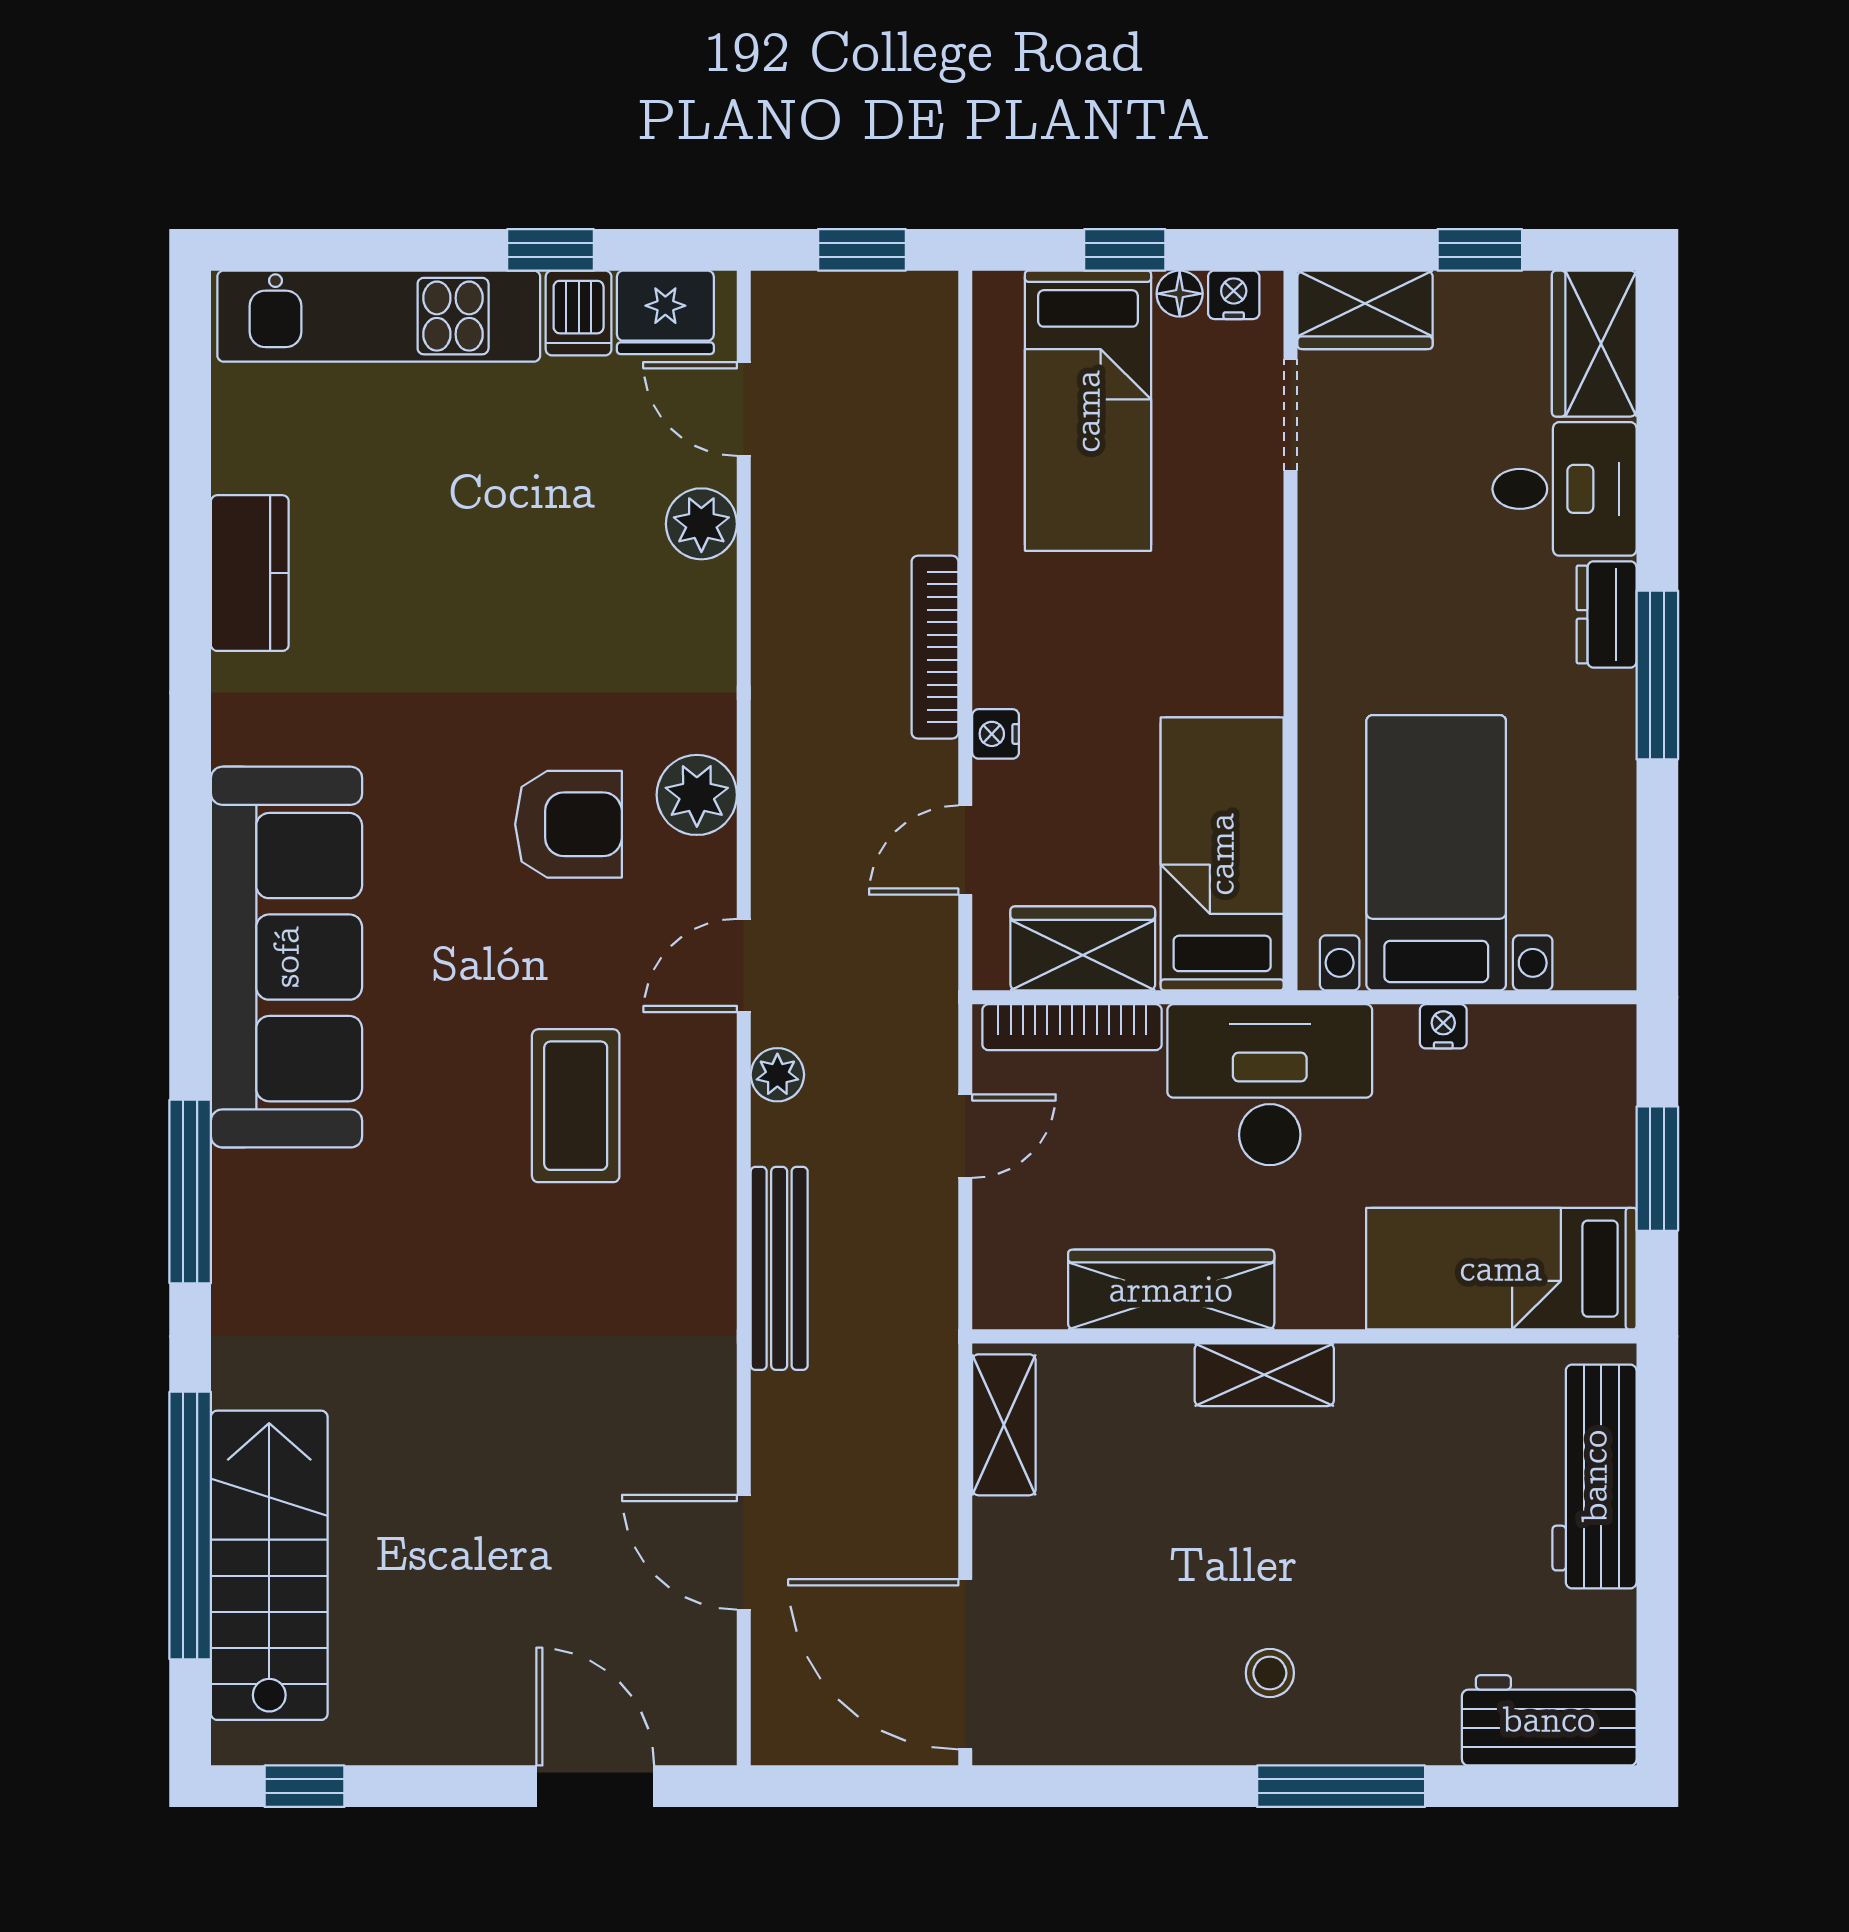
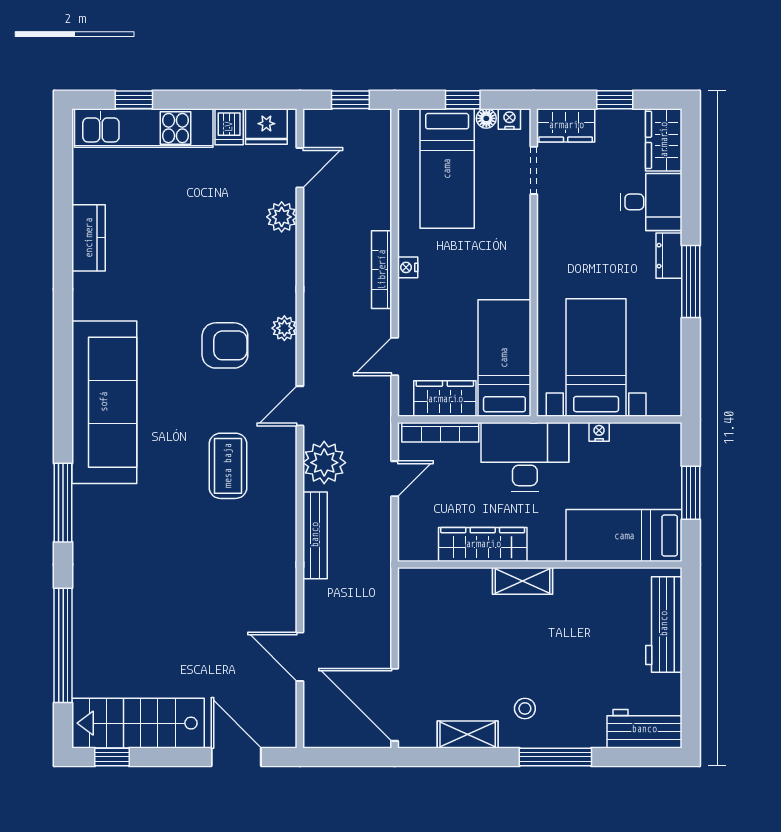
window: (550, 250) -> (134, 100), moved
door: (744, 409) -> (300, 168), swing flipped
nightstand: (996, 734) -> (408, 267), moved
plant: (697, 795) -> (284, 328), width x0.73, depth x0.73
plant: (777, 1075) -> (324, 463), width x1.88, depth x1.88
shelving: (1004, 1425) -> (468, 734), moved, turned 90
stairs: (269, 1565) -> (138, 723), moved, turned -90

